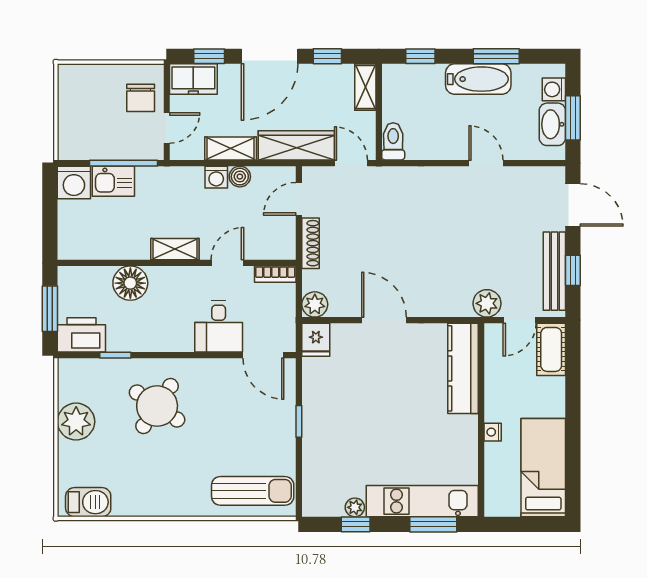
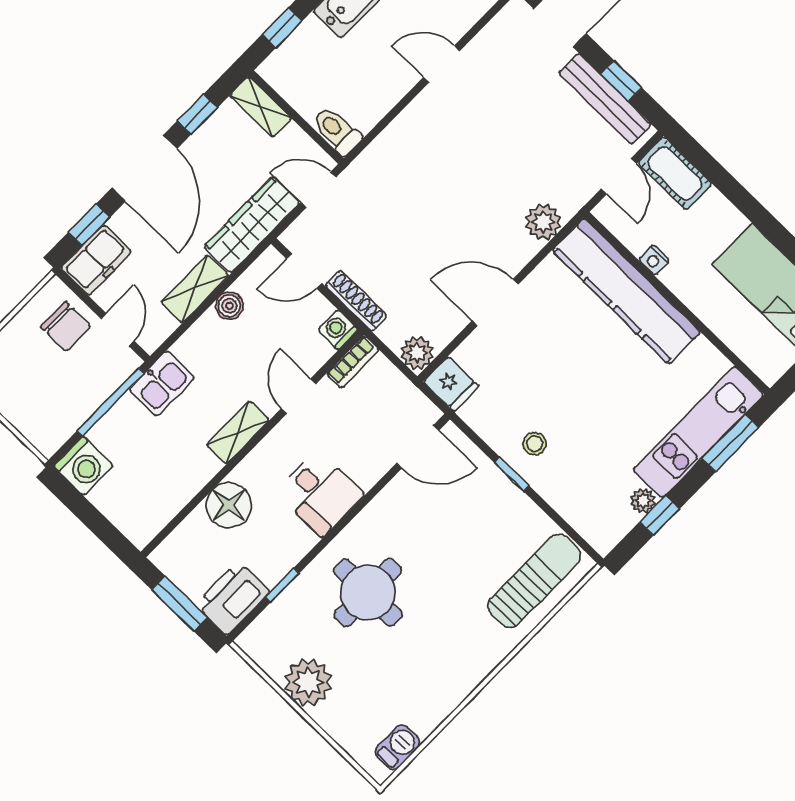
washing machine: (216, 177) -> (338, 330), moved, turned 180
kitchen sink: (113, 181) -> (162, 384), moved
door: (299, 199) -> (304, 271), hinge flipped
plant: (487, 303) -> (543, 222), moved
desk: (219, 327) -> (320, 493), moved
kitchen counter: (463, 368) -> (626, 291), width x1.39, depth x1.17
round table: (157, 406) -> (368, 593), turned -34
stool: (328, 418) -> (535, 444), added
nightstand: (493, 432) -> (654, 260), moved
barbecue: (88, 502) -> (397, 747), width x0.73, depth x0.79

